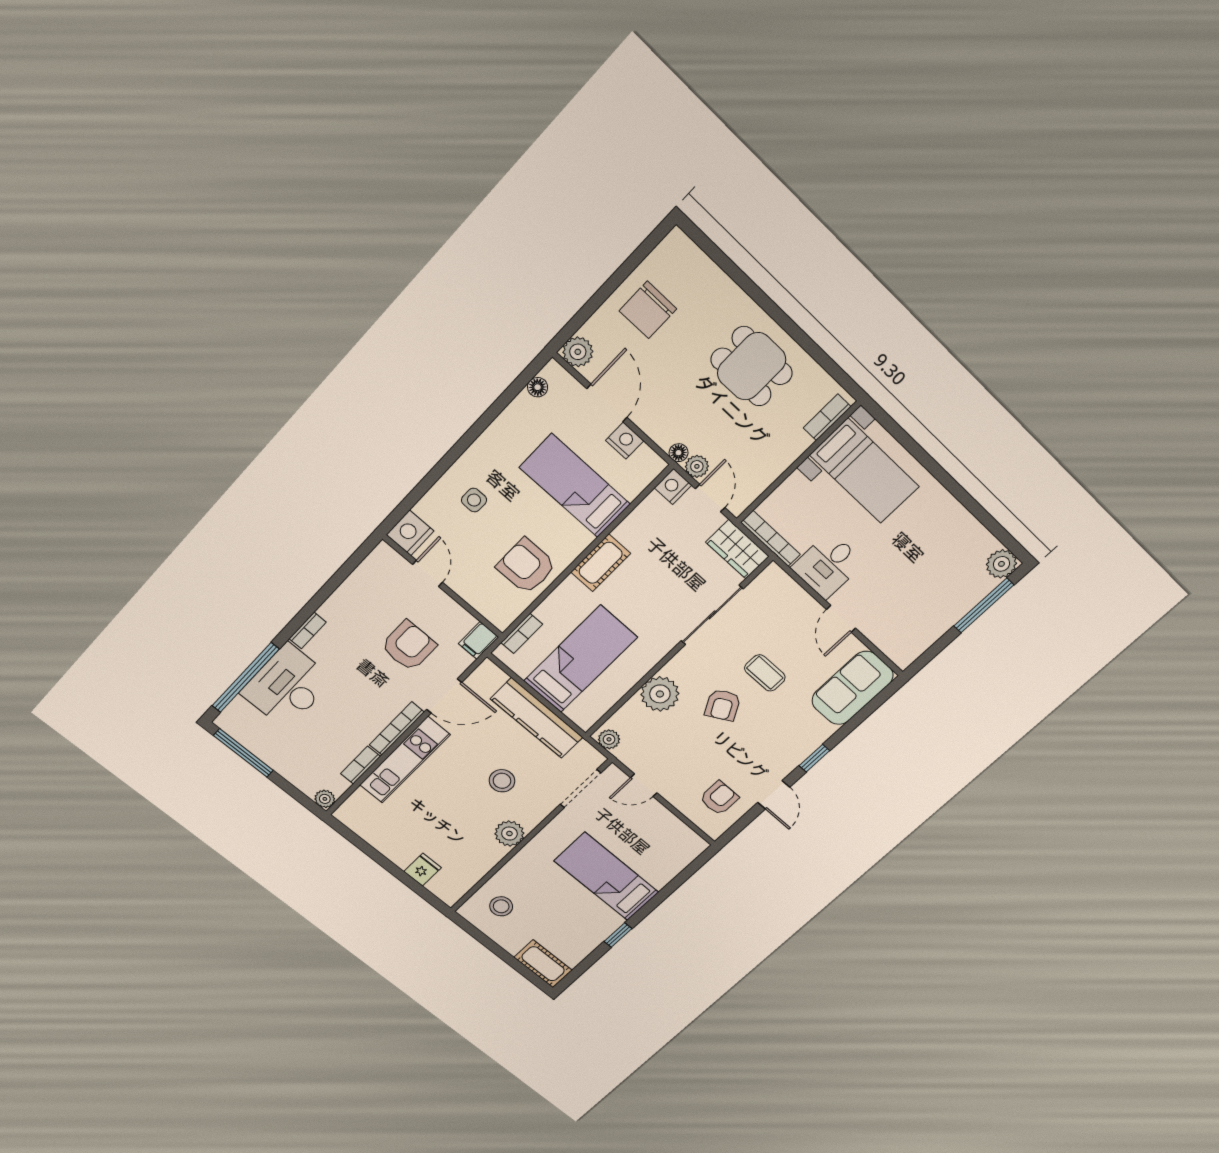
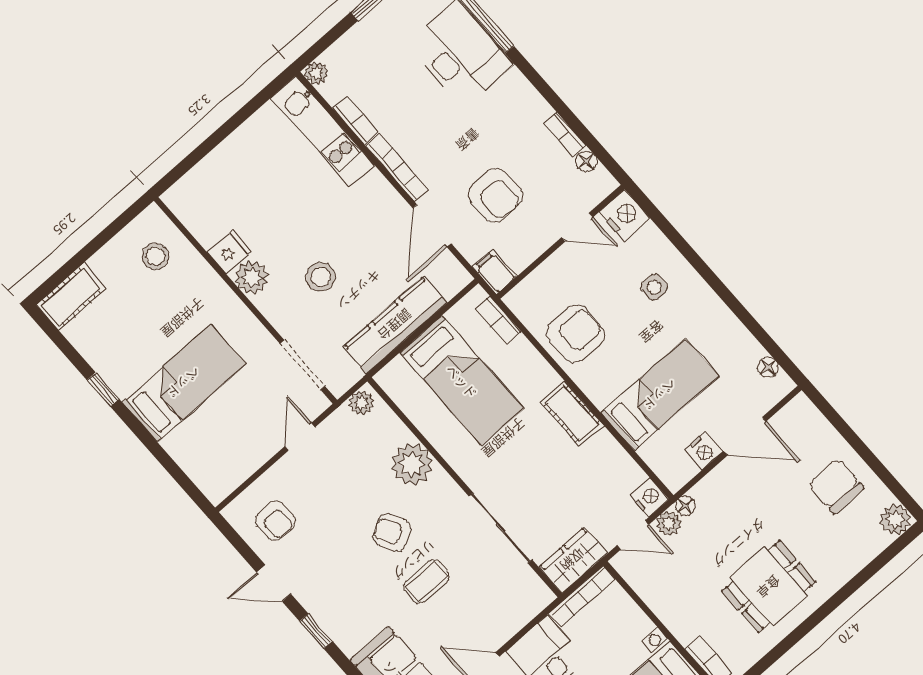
plant: (578, 352) -> (895, 520), moved
floor lamp: (366, 571) -> (586, 161), added
bookcase: (308, 631) -> (565, 134), moved
kitchen unit: (405, 760) -> (323, 131), moved
fridge: (423, 870) -> (230, 252), moved, turned -90

